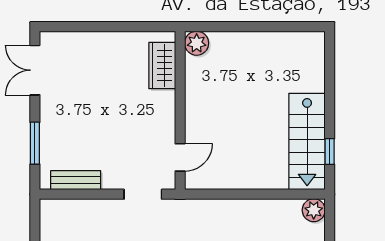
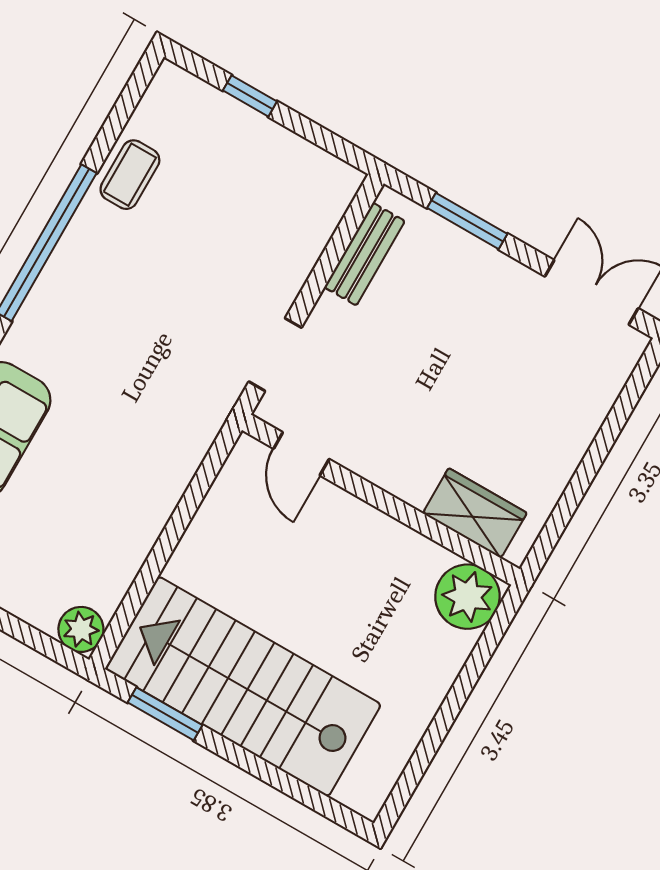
plant: (197, 43) -> (467, 597), width x1.36, depth x1.36
stairs: (307, 141) -> (243, 687), width x1.36, depth x1.51
window: (330, 152) -> (165, 714), width x1.50

